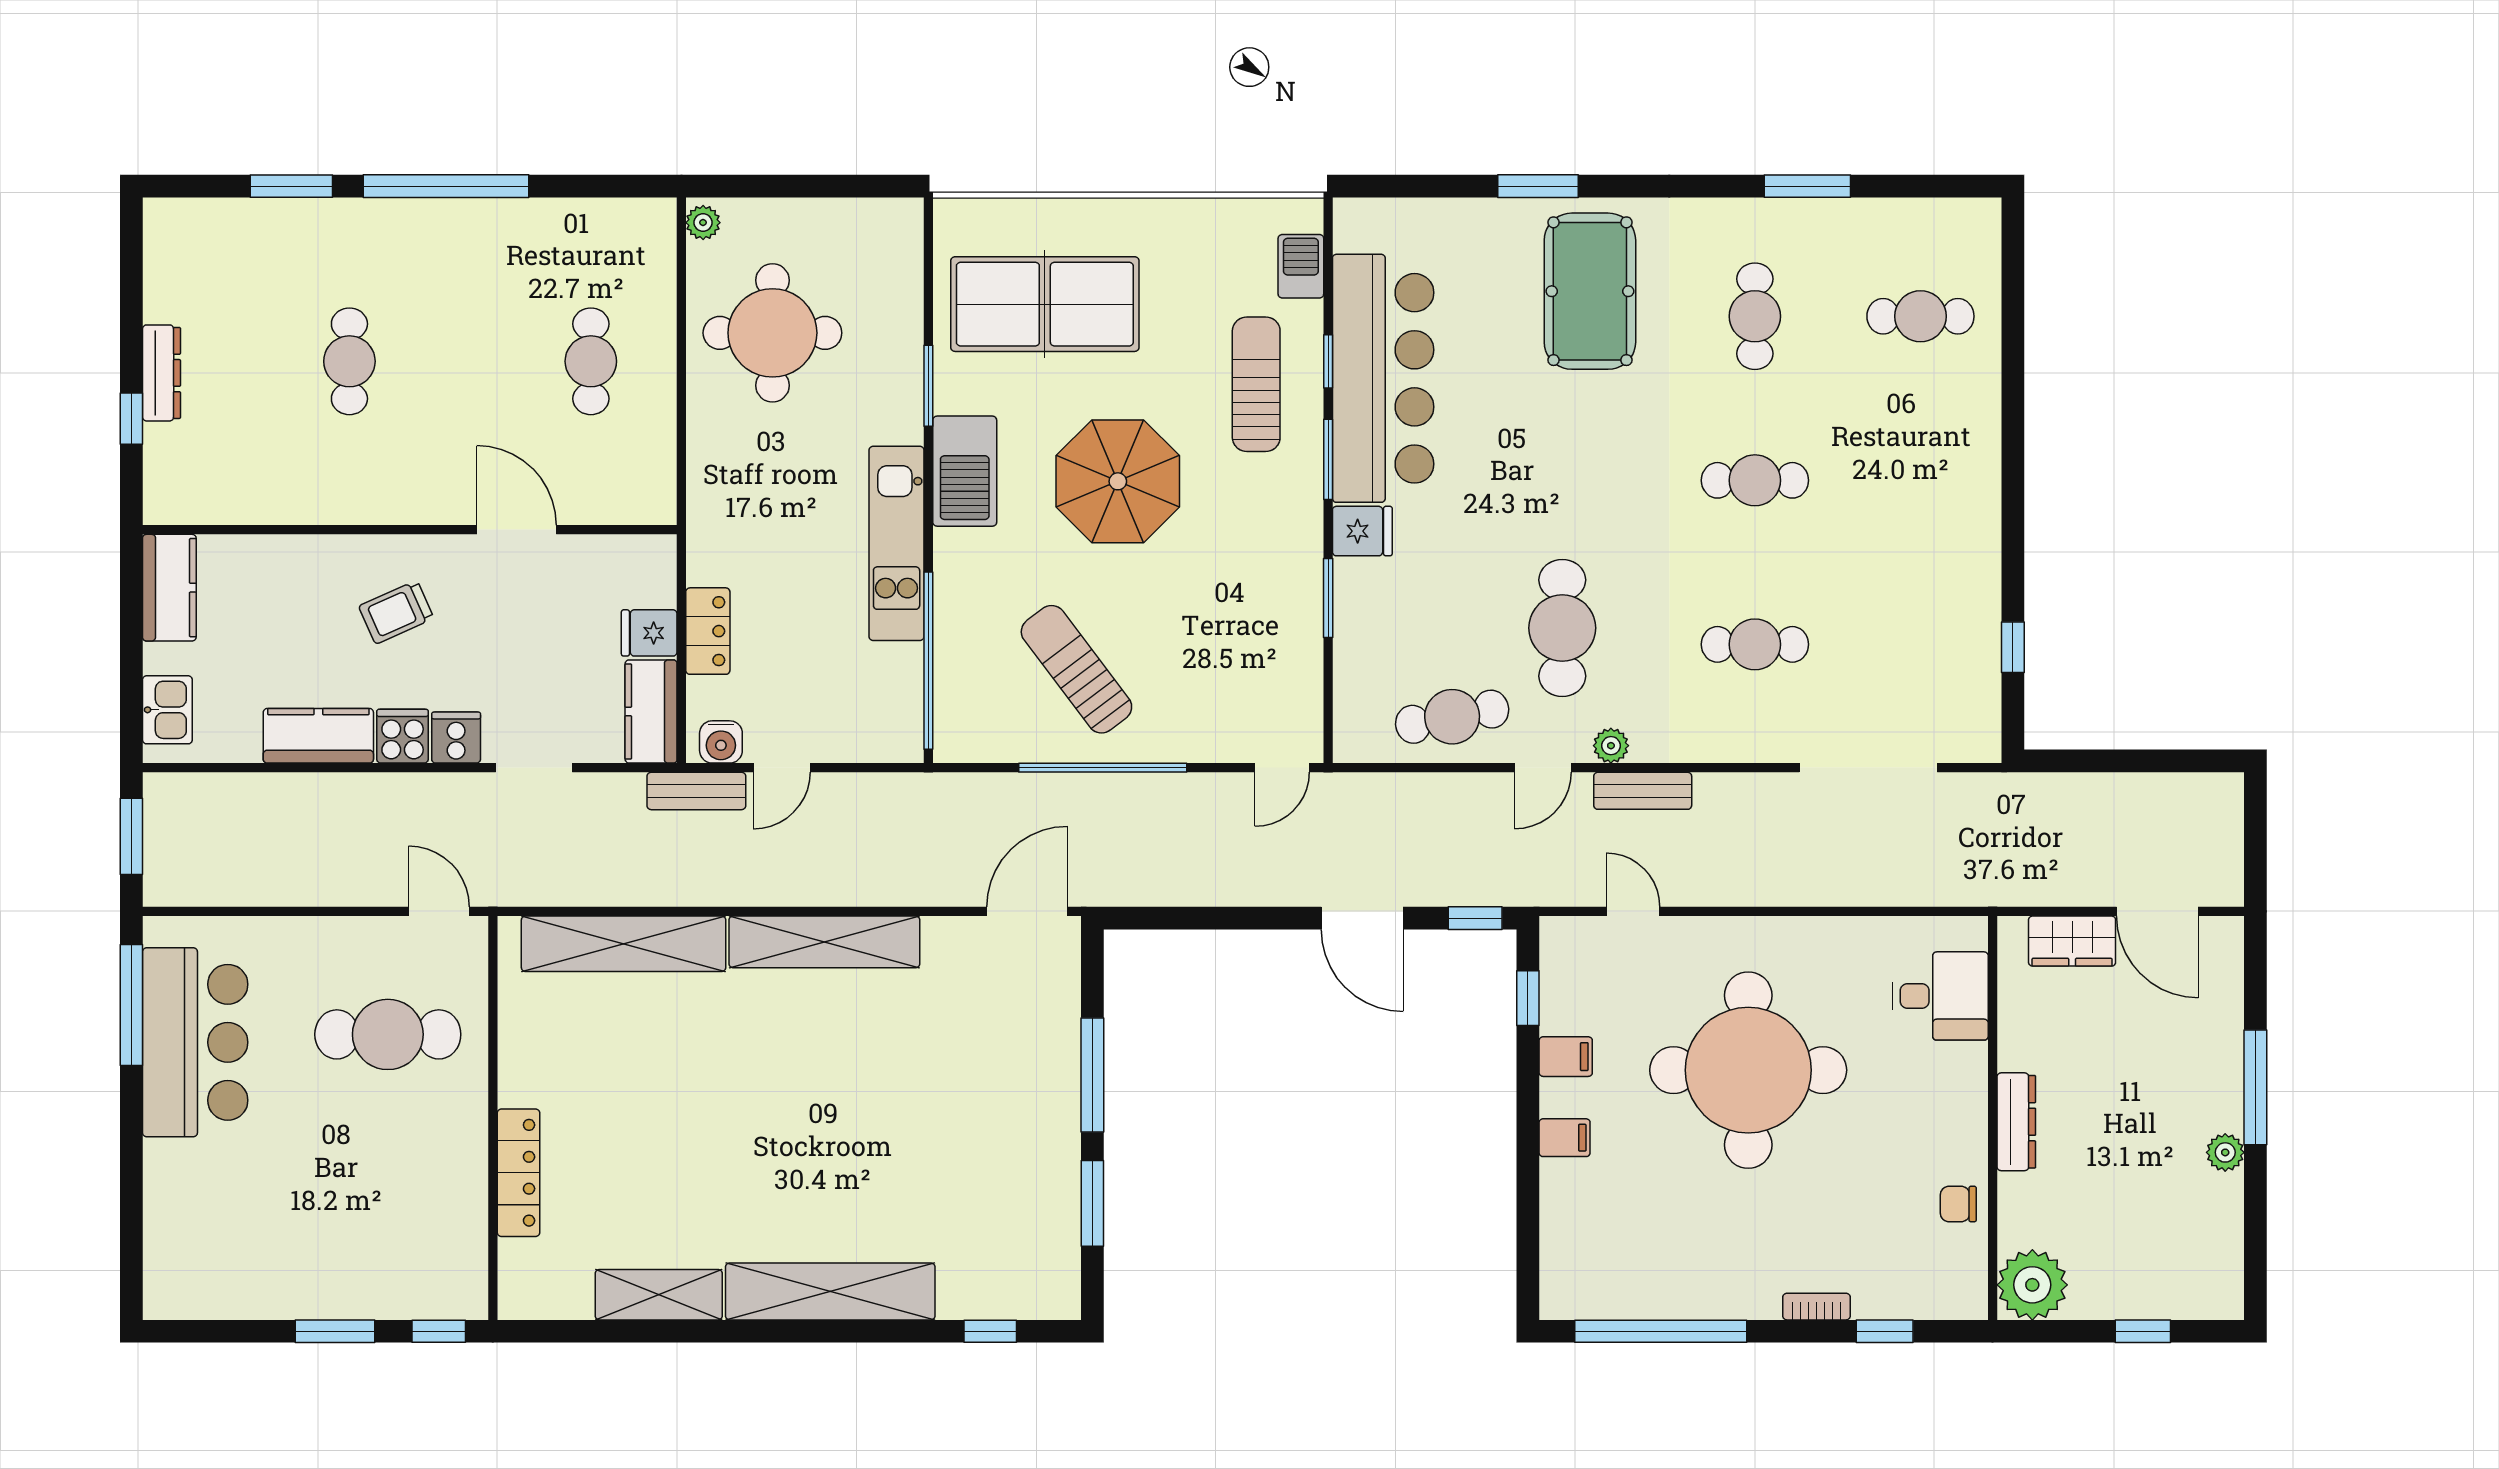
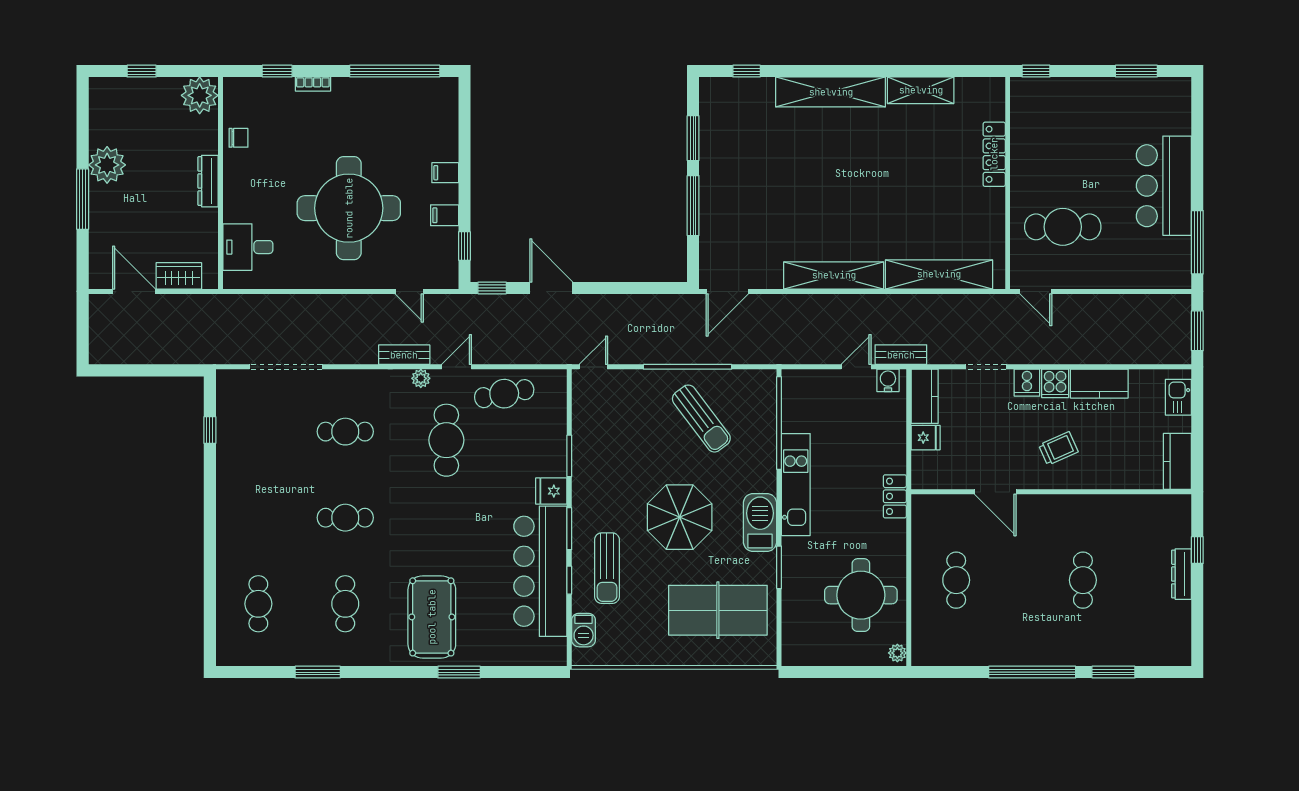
cafe table: (1920, 316) -> (258, 604), turned 90
locker: (708, 631) -> (895, 496), moved
bar counter: (195, 1042) -> (1164, 186), moved
plant: (2225, 1152) -> (107, 165), width x1.87, depth x1.87
window: (335, 1331) -> (1136, 71), moved

